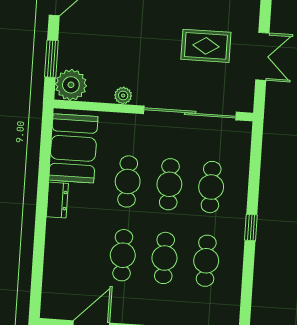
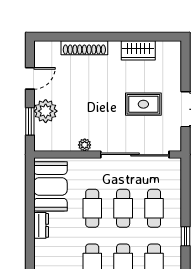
plant: (71, 85) -> (46, 111), moved

